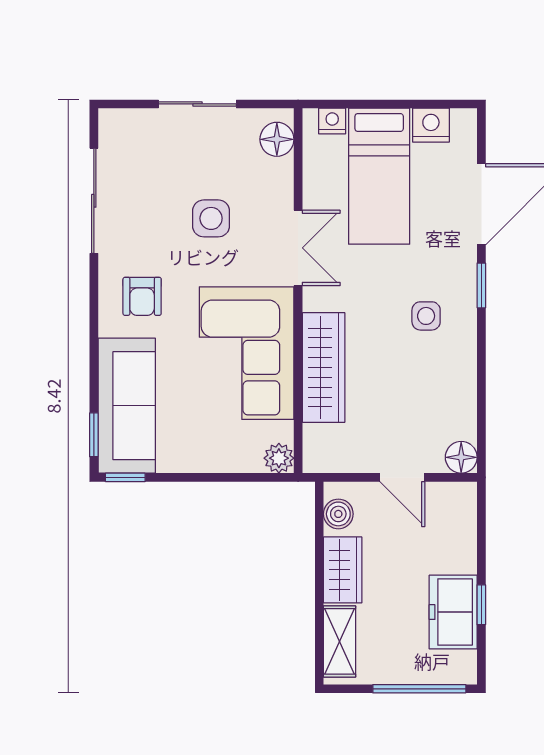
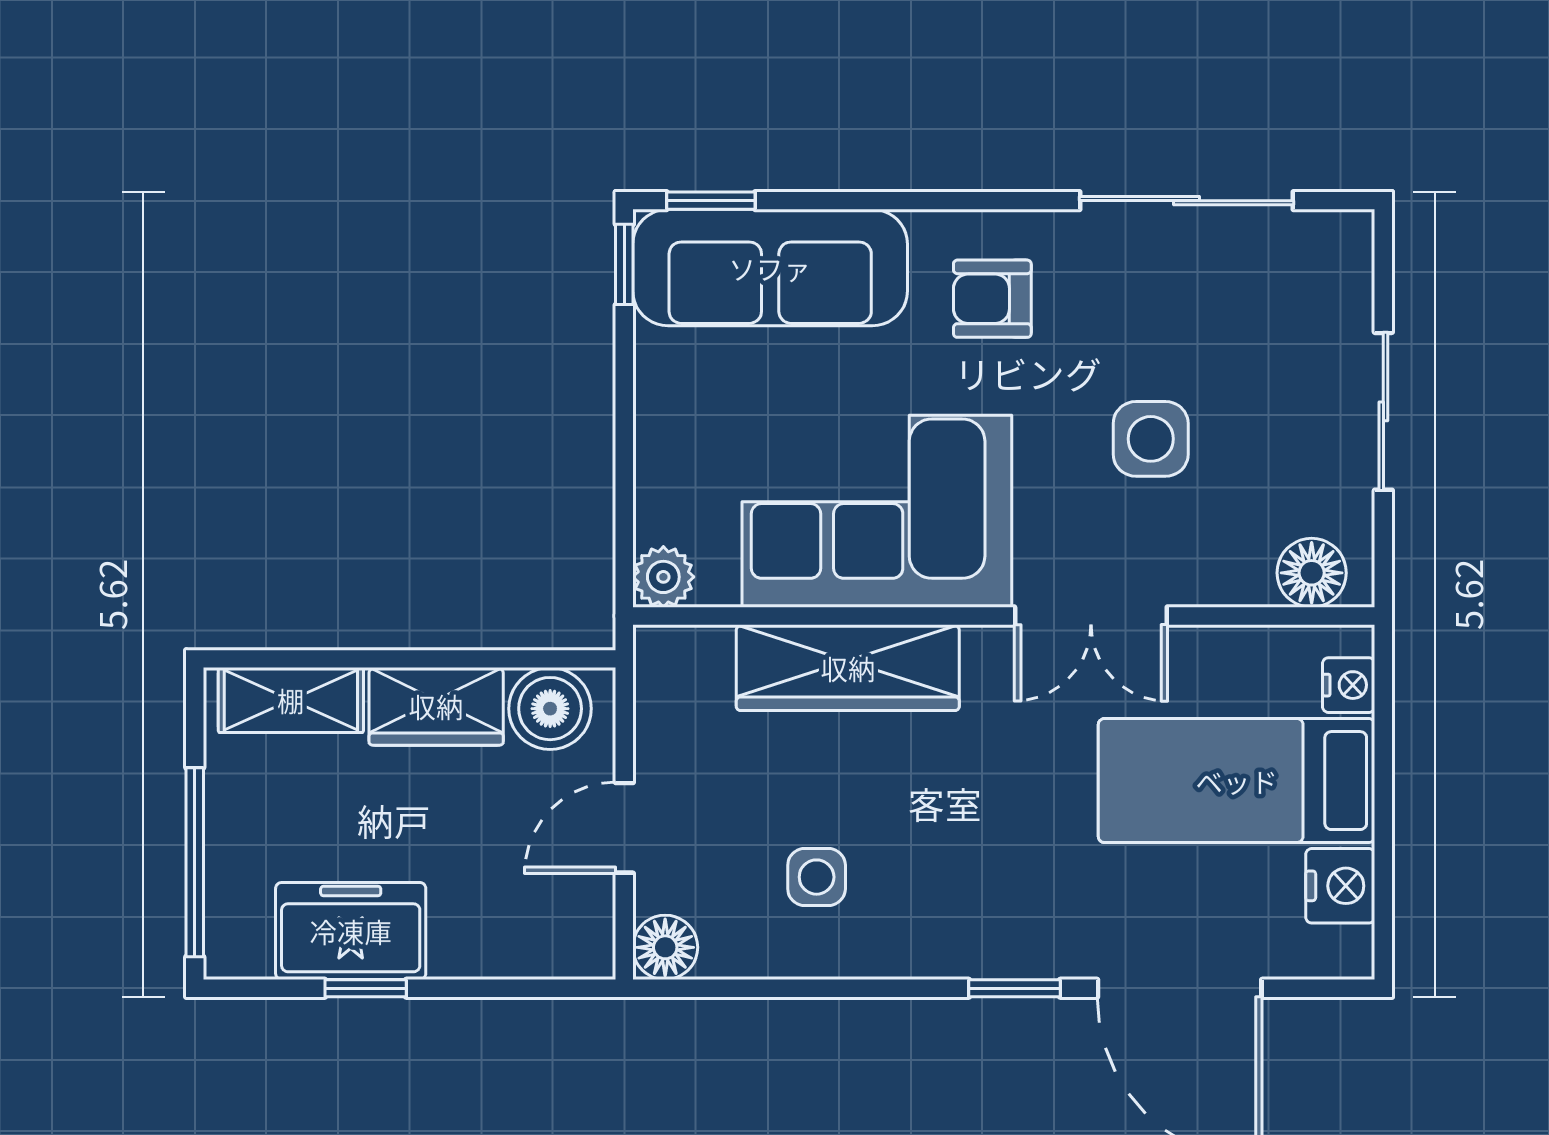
side table: (426, 316) -> (817, 877), moved
boiler: (338, 514) -> (550, 709), width x1.36, depth x1.36

